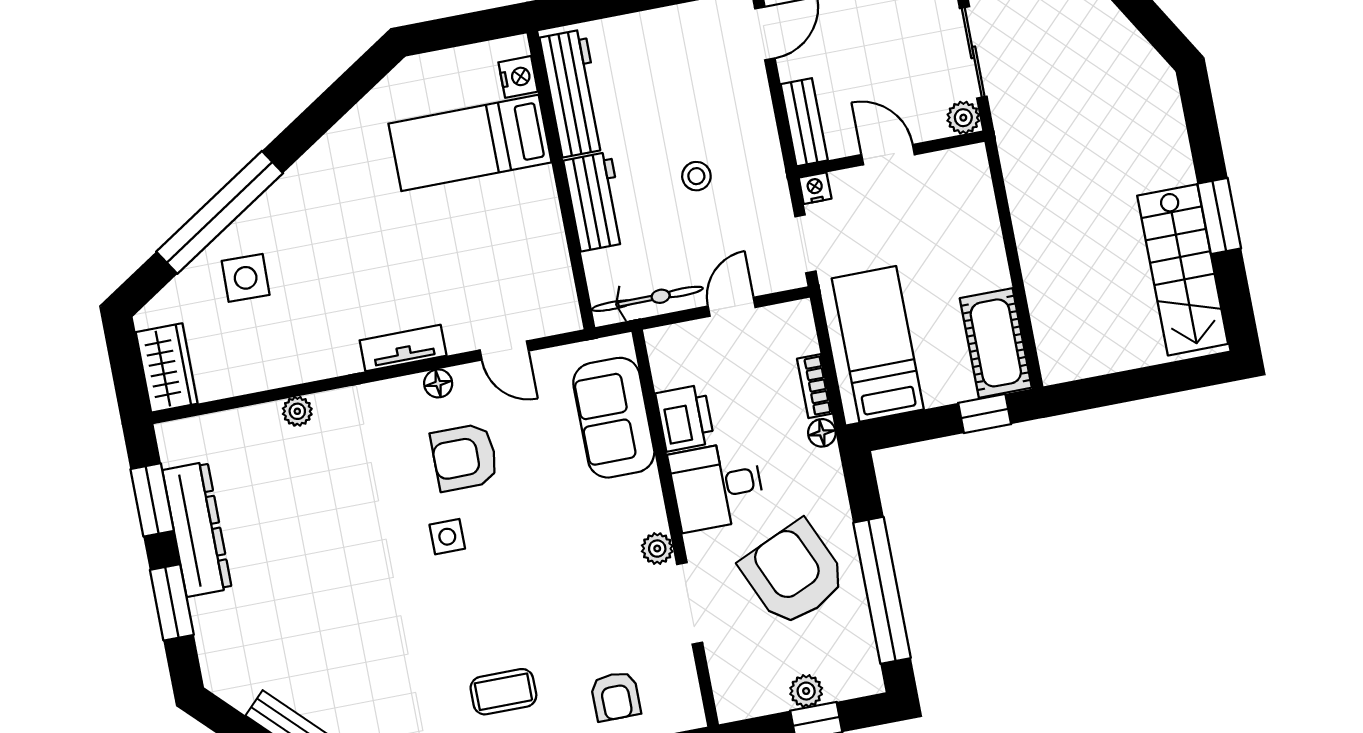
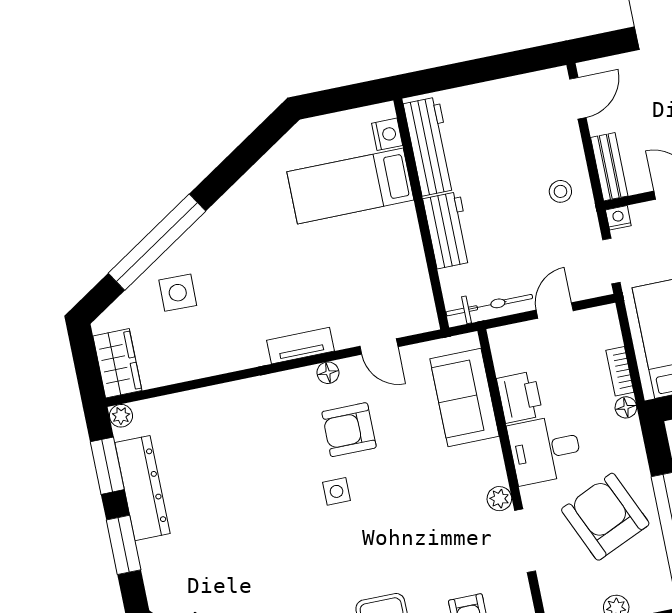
stool: (696, 176) -> (560, 191), moved
plant: (297, 411) -> (121, 416), moved

